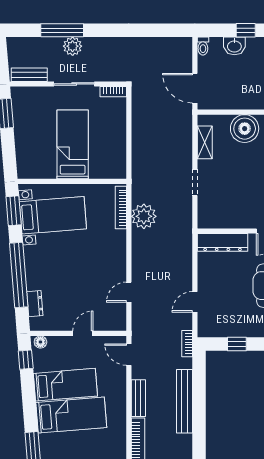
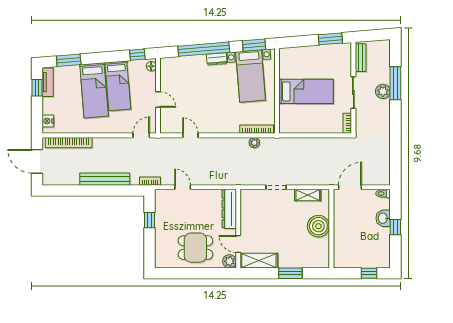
plant: (144, 216) -> (254, 143), width x0.53, depth x0.53
dresser: (35, 304) -> (217, 59), moved
bench: (138, 398) -> (107, 143), removed

